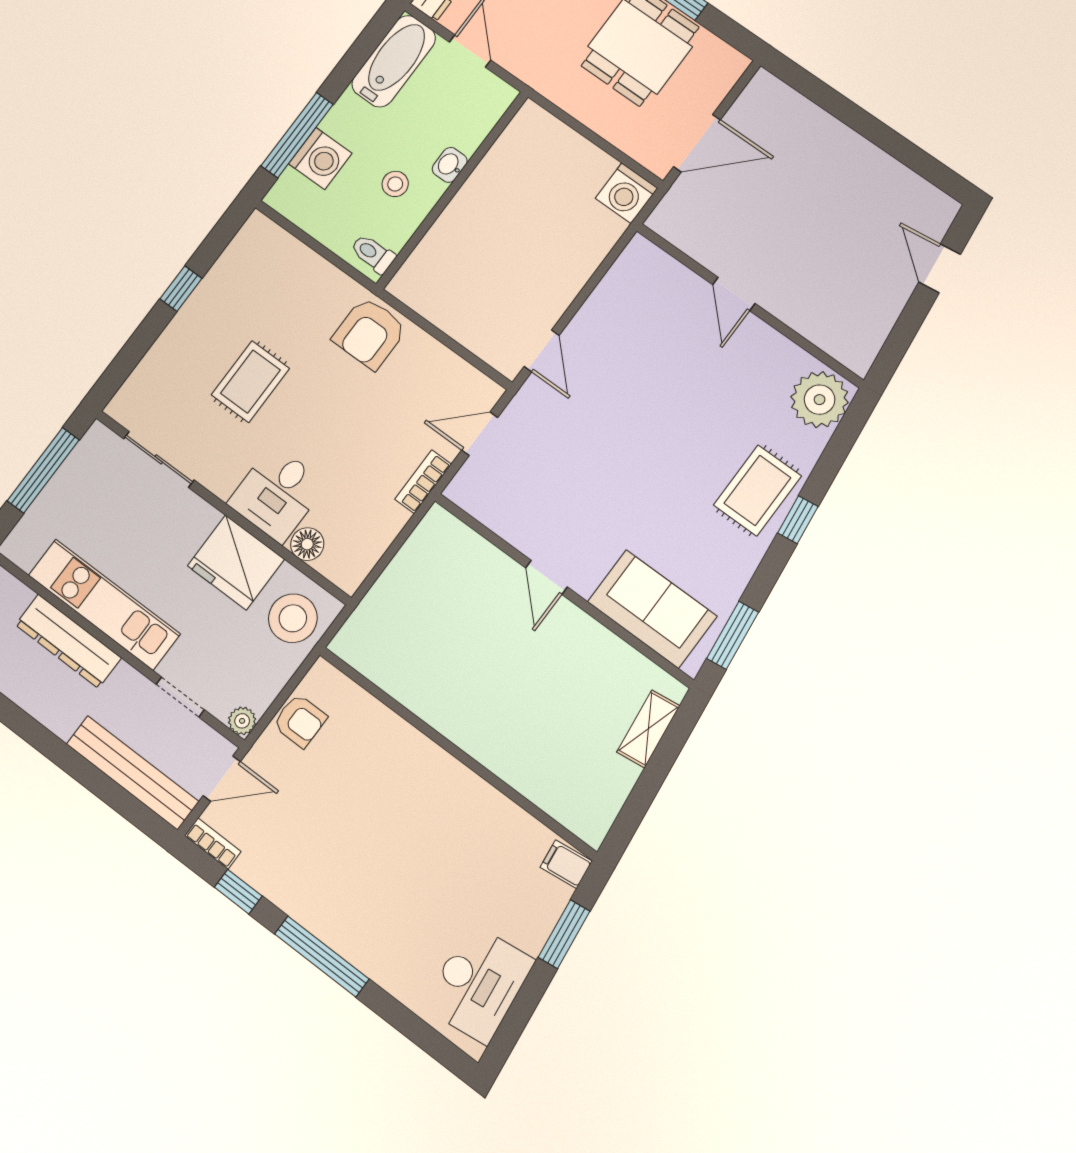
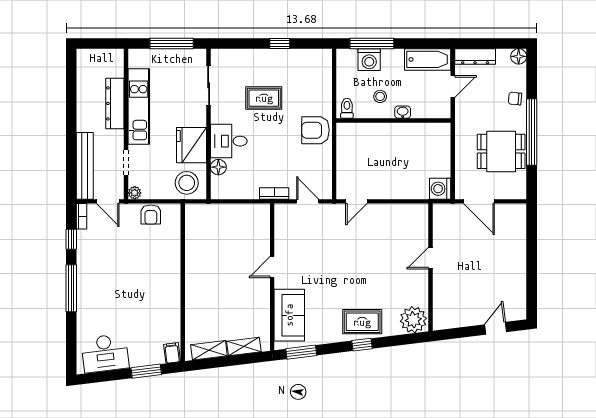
shelving: (610, 795) -> (209, 350), added

